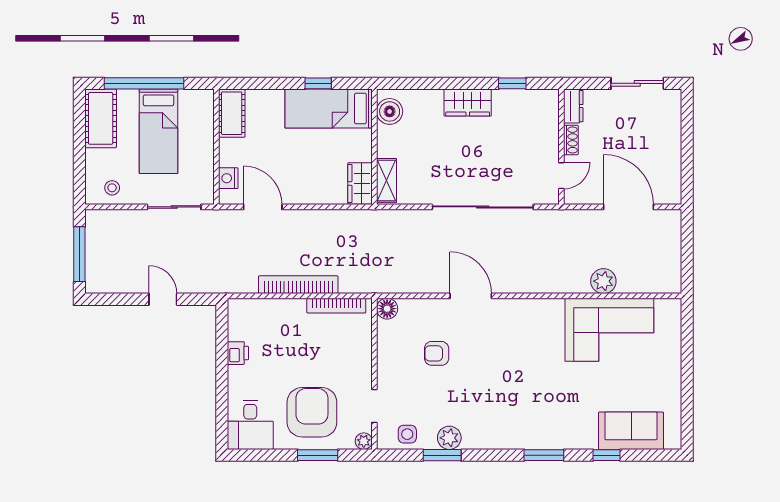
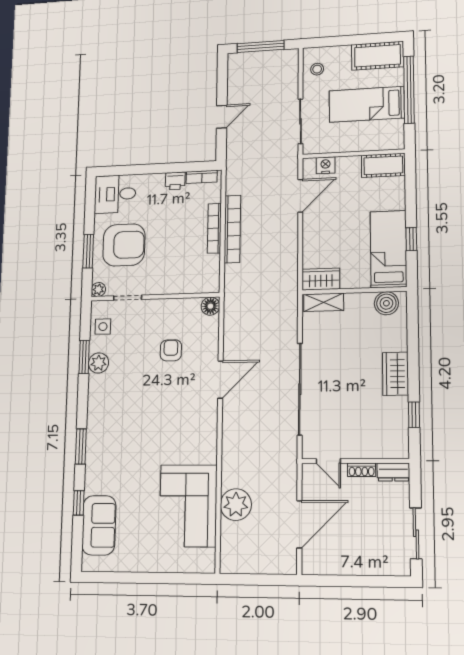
plant: (603, 281) -> (236, 505), width x1.36, depth x1.36
bookcase: (336, 306) -> (214, 228), moved
bookcase: (235, 322) -> (202, 177), added

